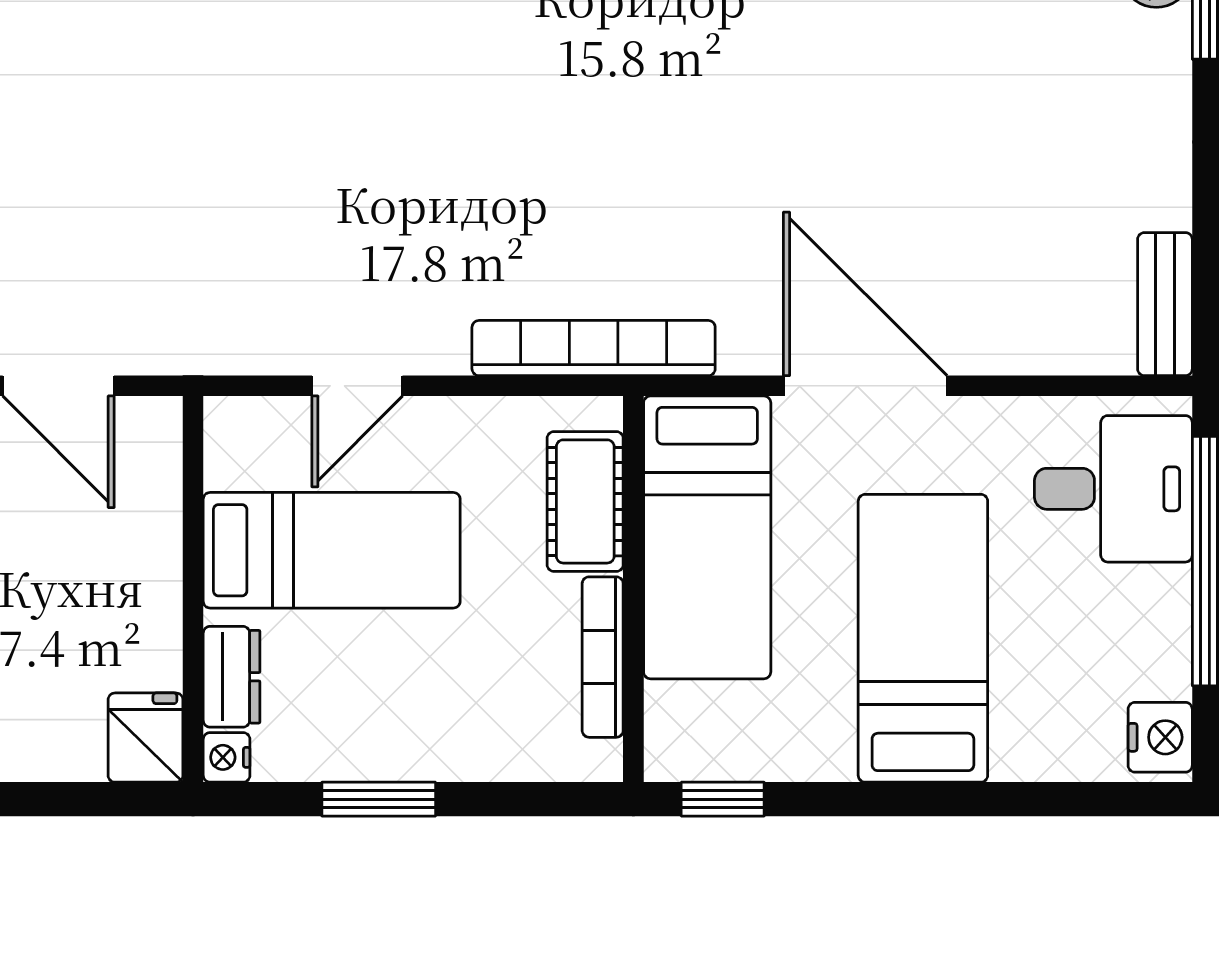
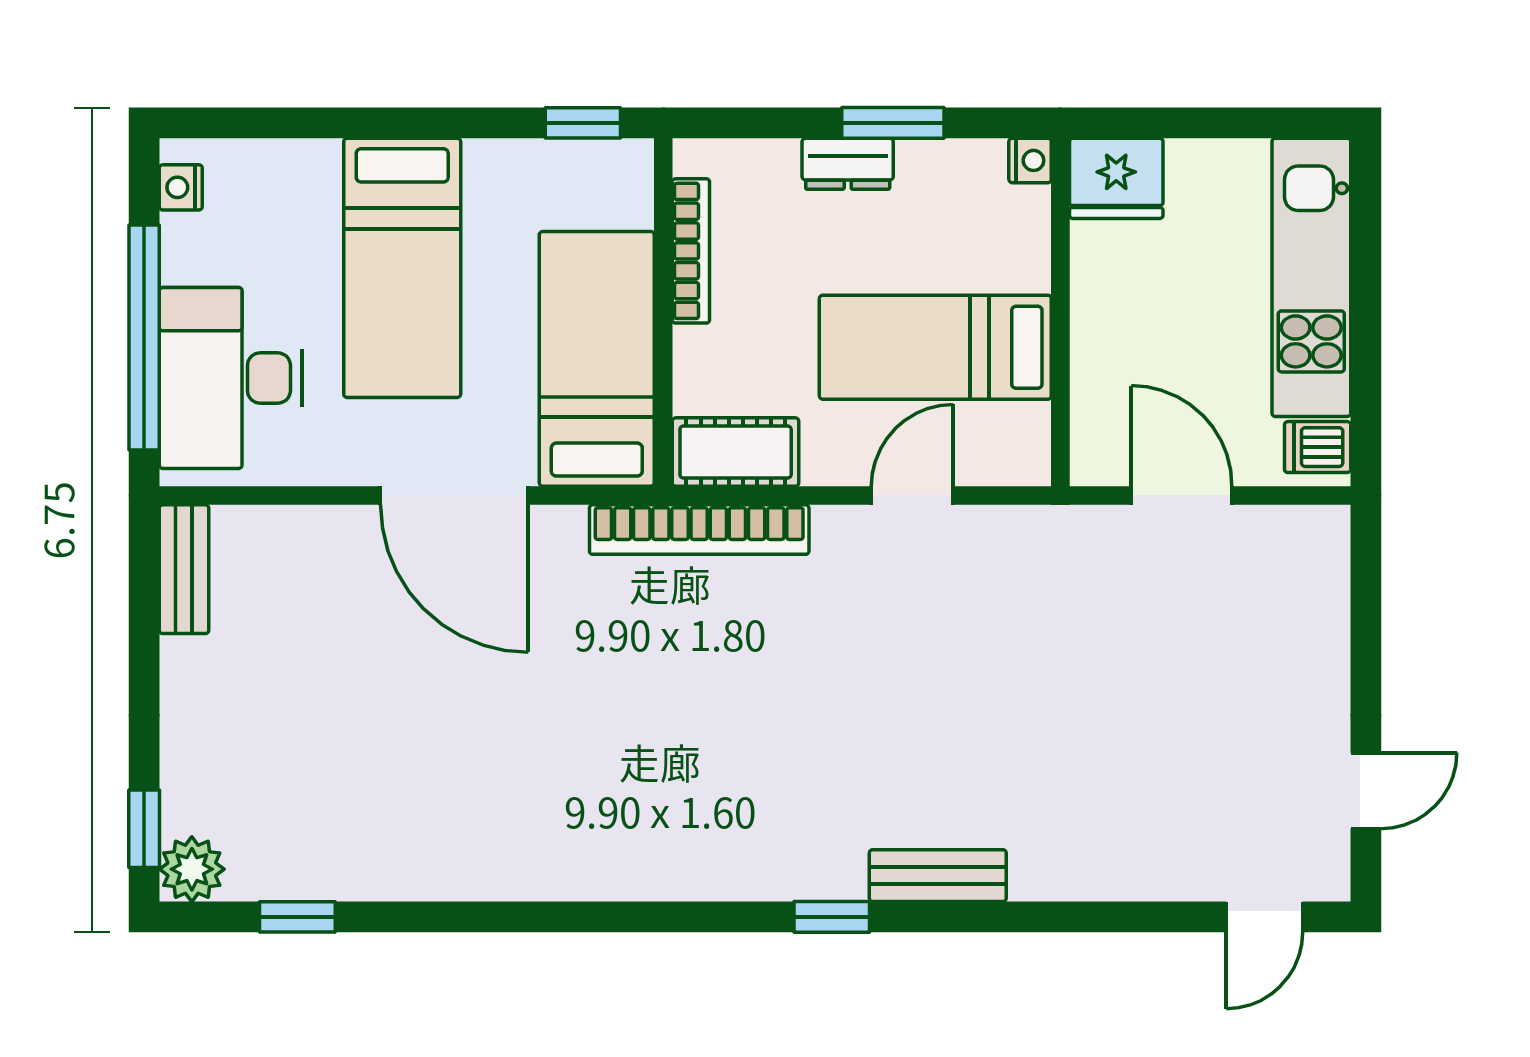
desk: (1113, 489) -> (231, 378), width x1.37
cot: (585, 501) -> (736, 452), moved, turned 90
dresser: (232, 677) -> (848, 164), moved, turned -90
nightstand: (1160, 737) -> (181, 187), width x0.72, depth x0.74
fridge: (145, 738) -> (1116, 178), width x1.38

